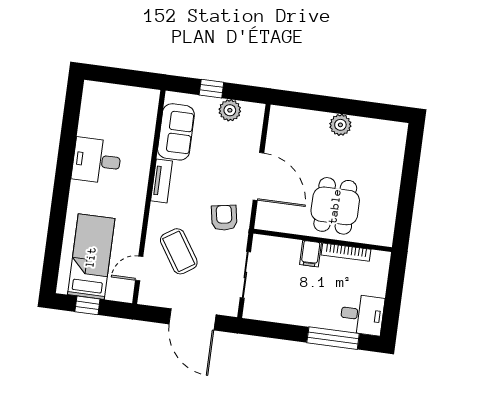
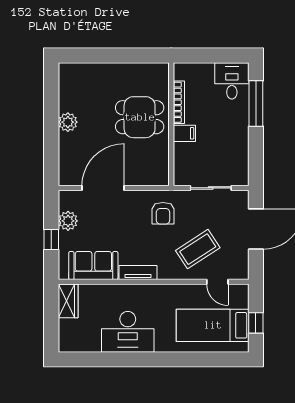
wardrobe: (140, 98) -> (68, 301), added
desk: (97, 161) -> (128, 332), width x1.37
door: (258, 176) -> (103, 188), moved
armchair: (224, 218) -> (163, 213), turned -80

